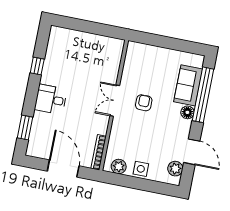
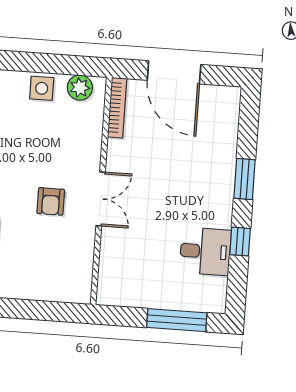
window: (79, 25) -> (177, 320), added
desk: (51, 99) -> (205, 251), moved
window: (25, 128) -> (245, 179), moved

